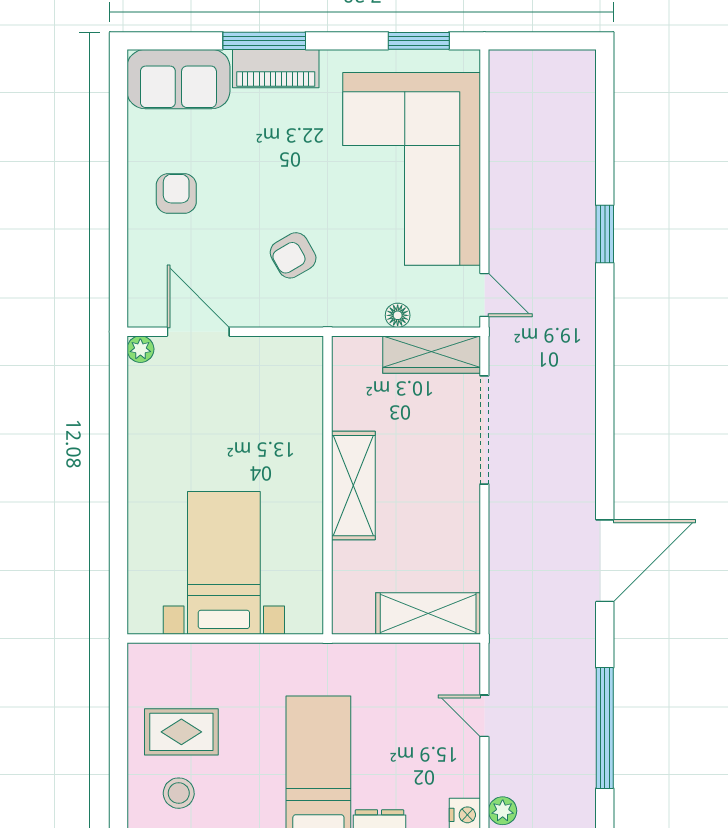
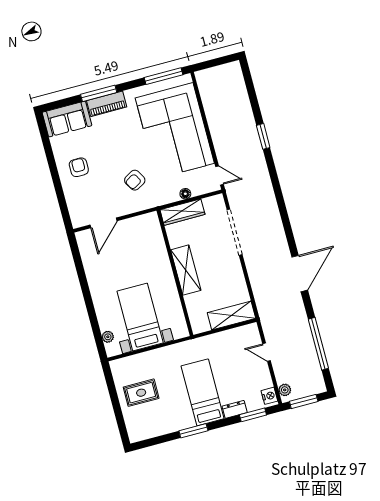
window: (419, 41) -> (164, 76), width x1.44
door: (198, 332) -> (103, 223), swing flipped
plant: (140, 349) -> (108, 337), moved
wardrobe: (432, 355) -> (182, 212), moved
stool: (179, 793) -> (147, 419), removed

